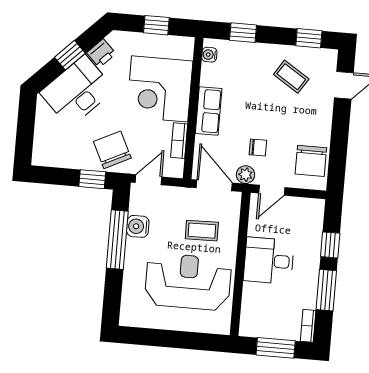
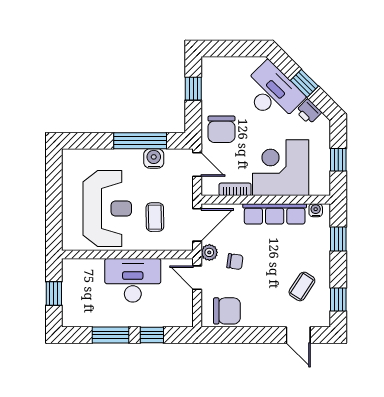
row of seats: (209, 111) -> (275, 214), width x1.48
chair: (258, 147) -> (235, 262), turned -82
chair: (112, 150) -> (221, 129), turned 116
chair: (311, 161) -> (227, 311), turned 180
window: (92, 179) -> (193, 89), moved
desk: (269, 261) -> (133, 280), width x1.37
bookcase: (308, 326) -> (76, 321), removed
window: (276, 348) -> (54, 293), width x0.67

